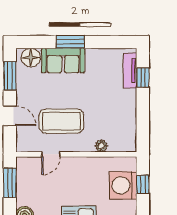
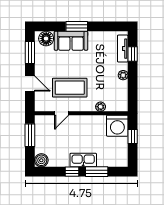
plant: (131, 105) -> (123, 75), added
washing machine: (123, 185) -> (117, 126), moved, turned -90

